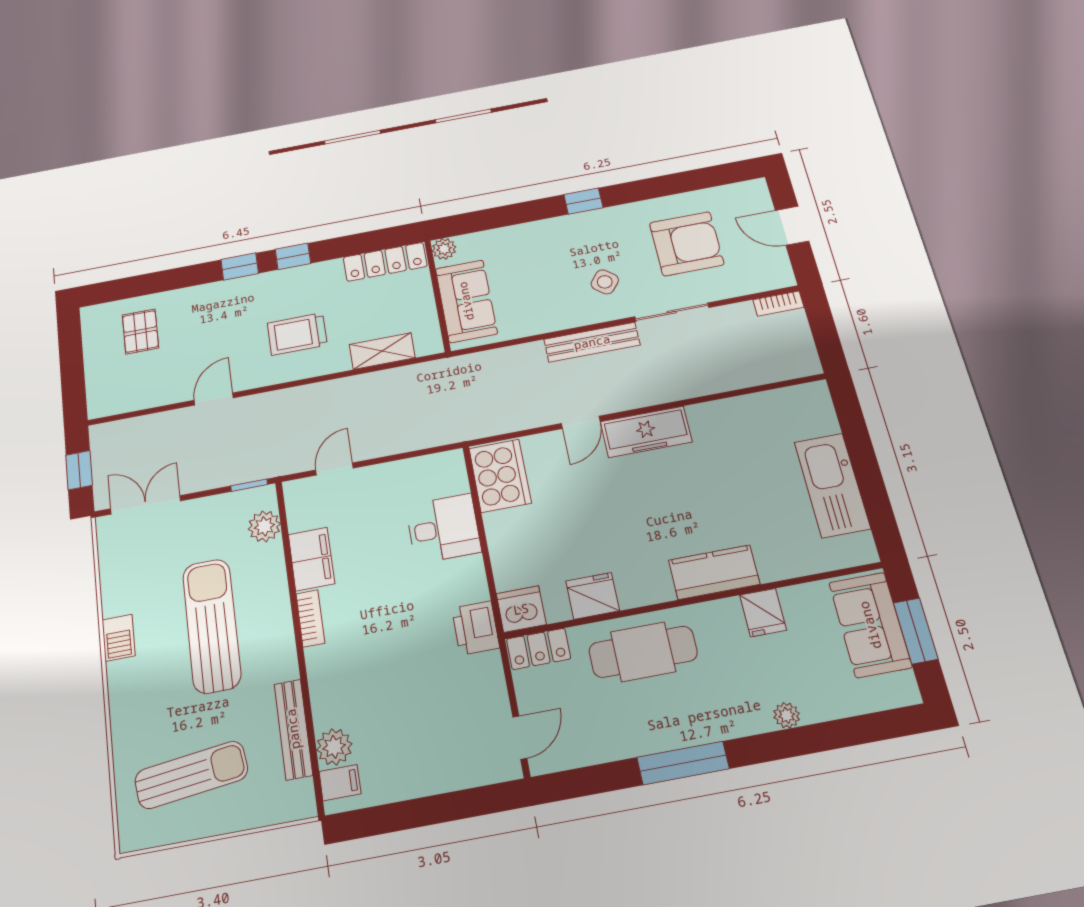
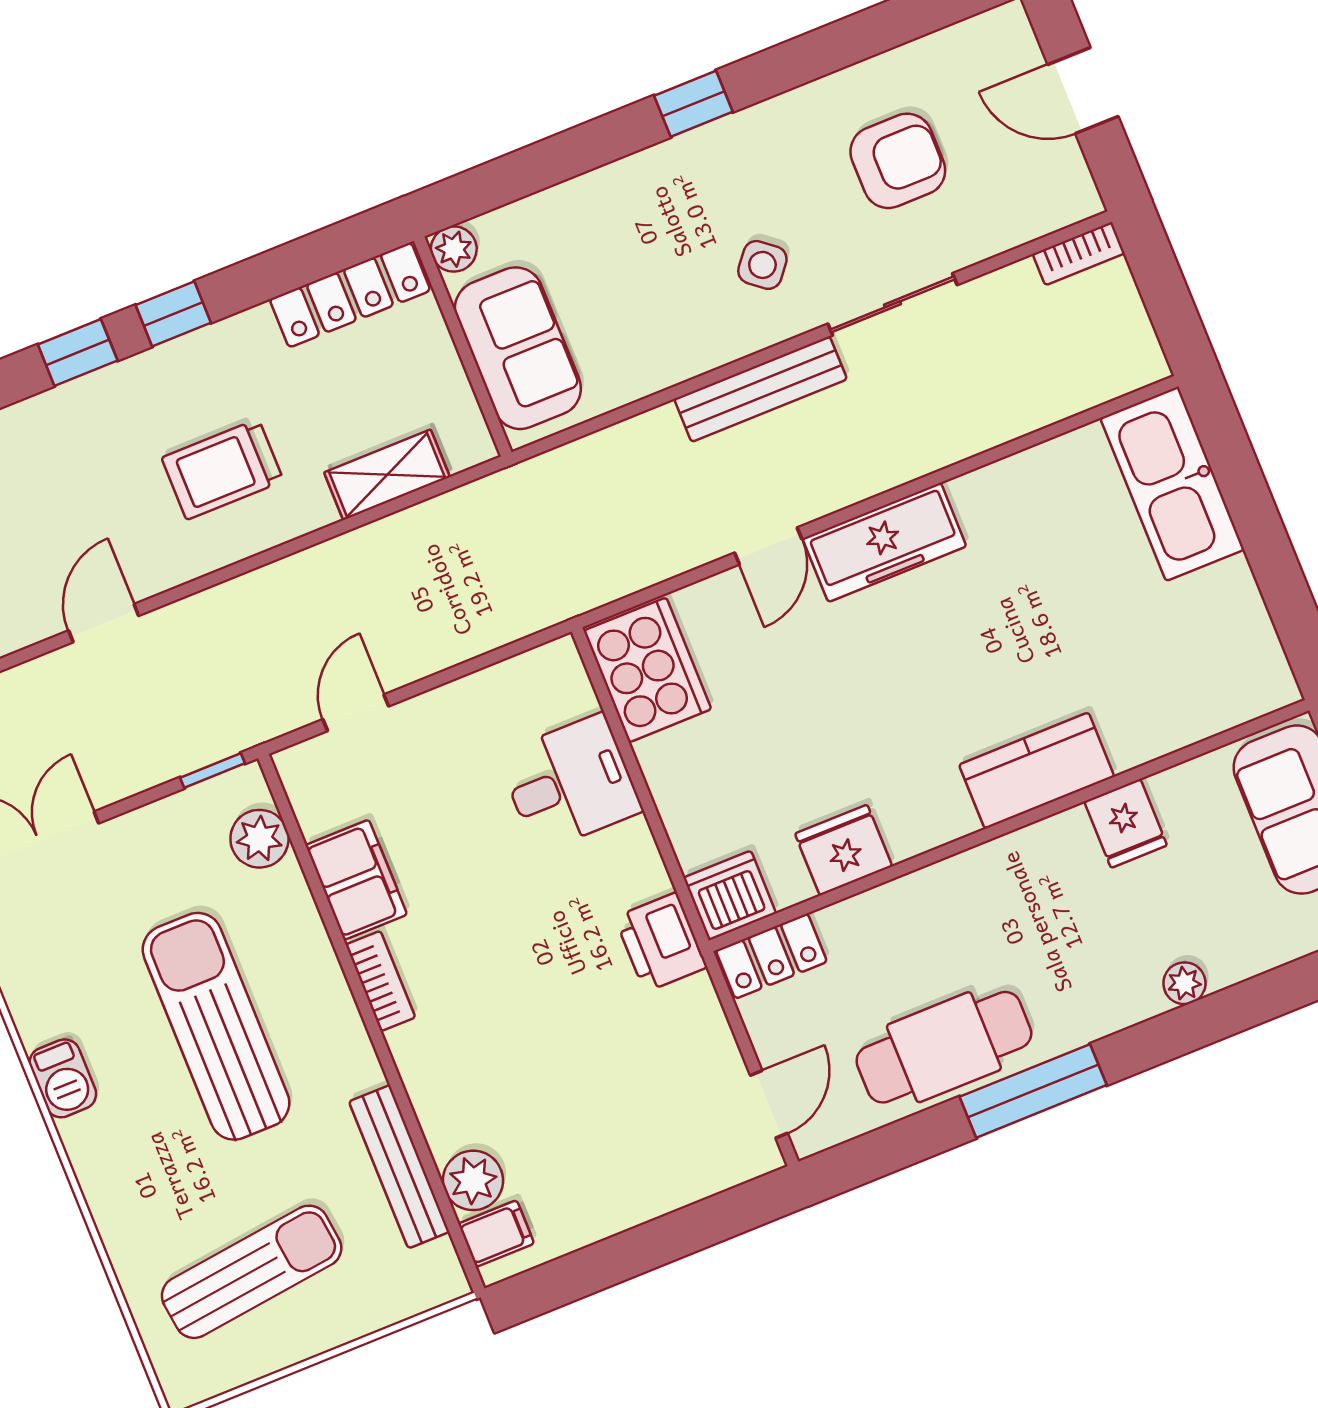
armchair: (687, 244) -> (898, 161), width x0.73, depth x0.73
kitchen sink: (832, 485) -> (1172, 484), moved
cafe table: (643, 652) -> (944, 1047), moved

